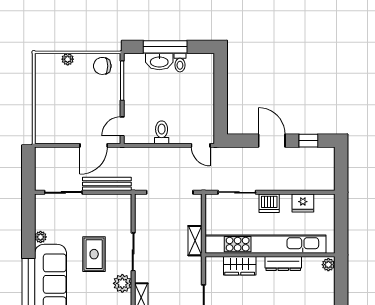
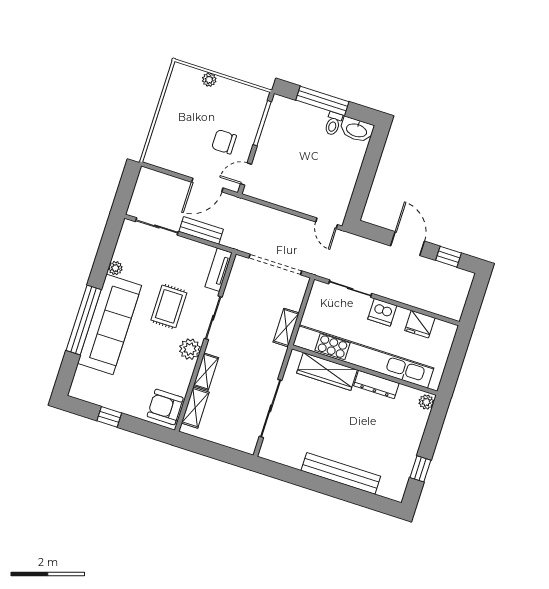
washbasin: (159, 61) -> (357, 130), moved
chair: (102, 66) -> (224, 142), moved
toilet: (162, 132) -> (288, 195), removed
bench: (107, 184) -> (201, 230), width x0.73
tv unit: (125, 211) -> (218, 270), added
wardrobe: (240, 266) -> (327, 371), width x1.50

